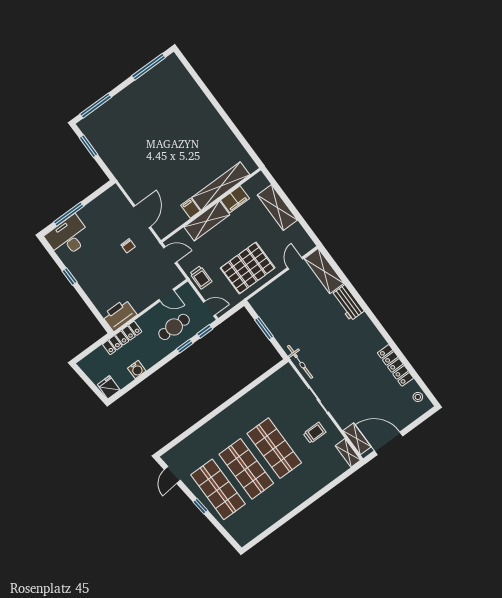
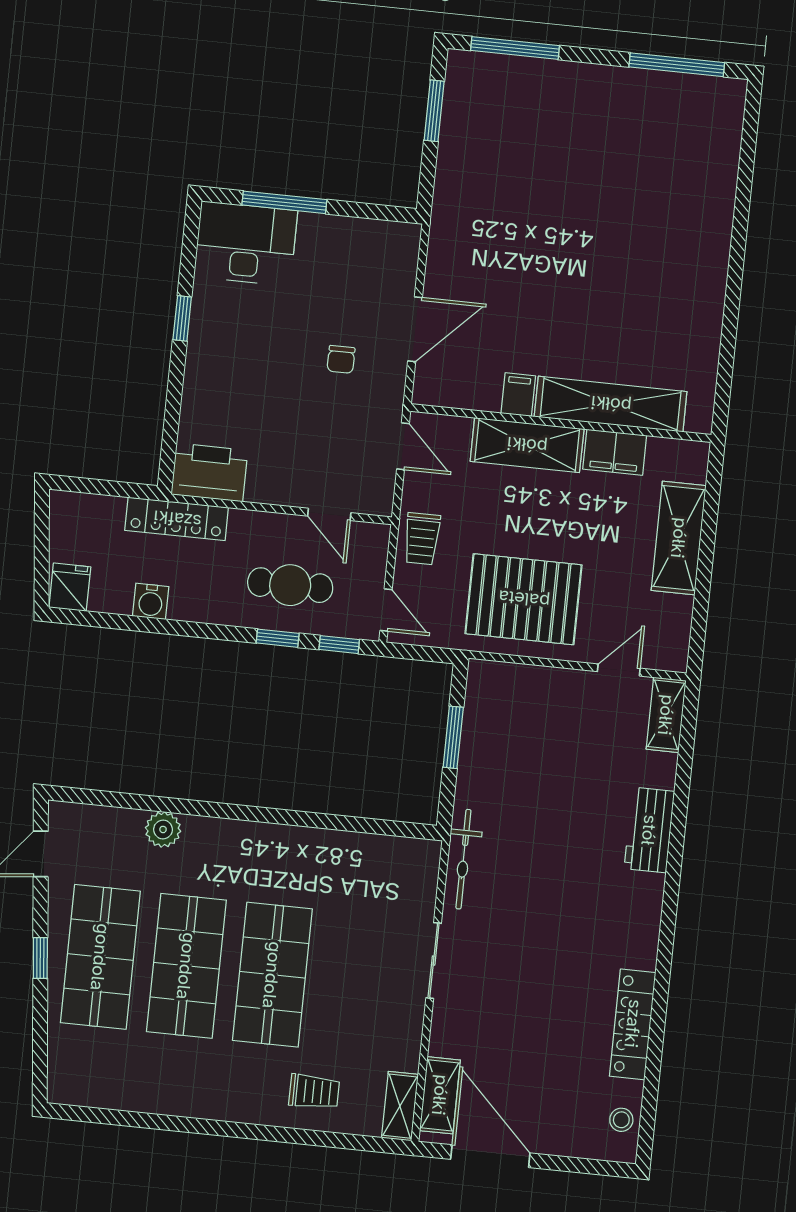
shelving: (324, 271) -> (666, 715), width x0.67, depth x0.75
trolley: (315, 433) -> (314, 1092), moved
plant: (202, 434) -> (163, 829), added

